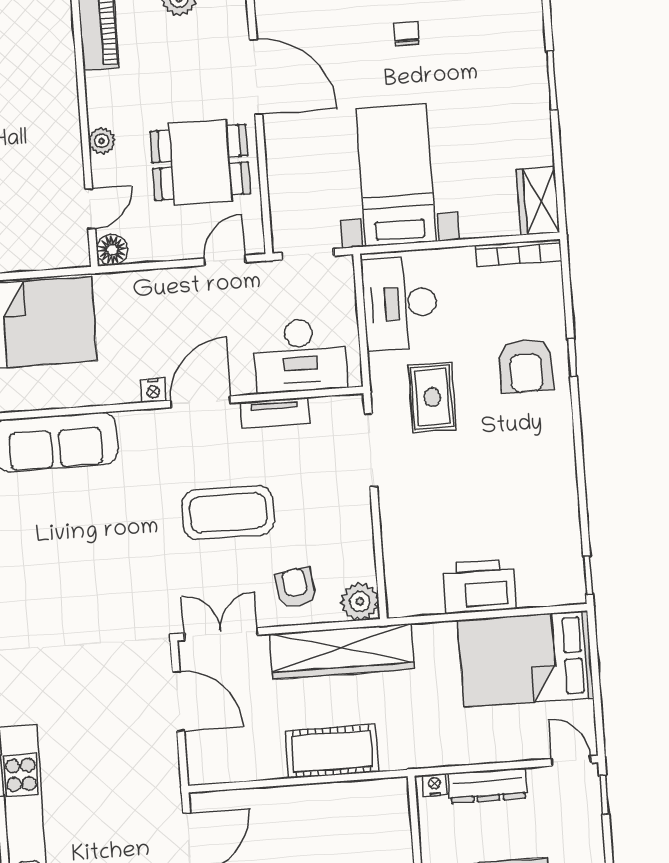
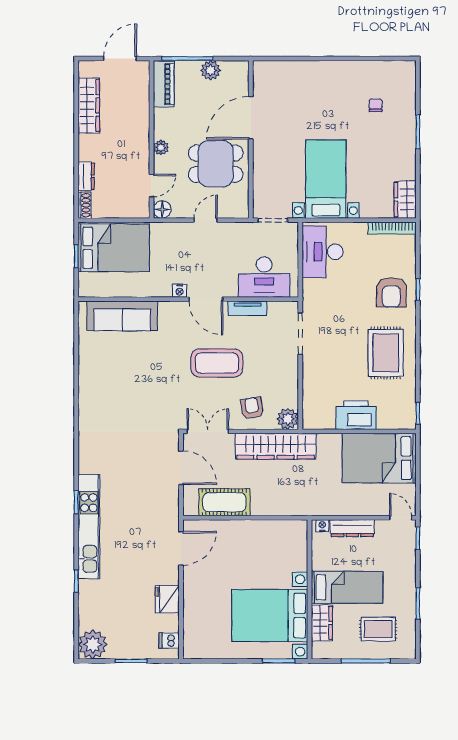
chair: (406, 34) -> (376, 105), moved
door: (256, 77) -> (251, 118), swing flipped
door: (225, 260) -> (206, 220), moved
rug: (432, 397) -> (386, 353), moved, width x1.36, depth x1.43
door: (201, 402) -> (206, 299), swing flipped
cot: (332, 751) -> (224, 502), moved

